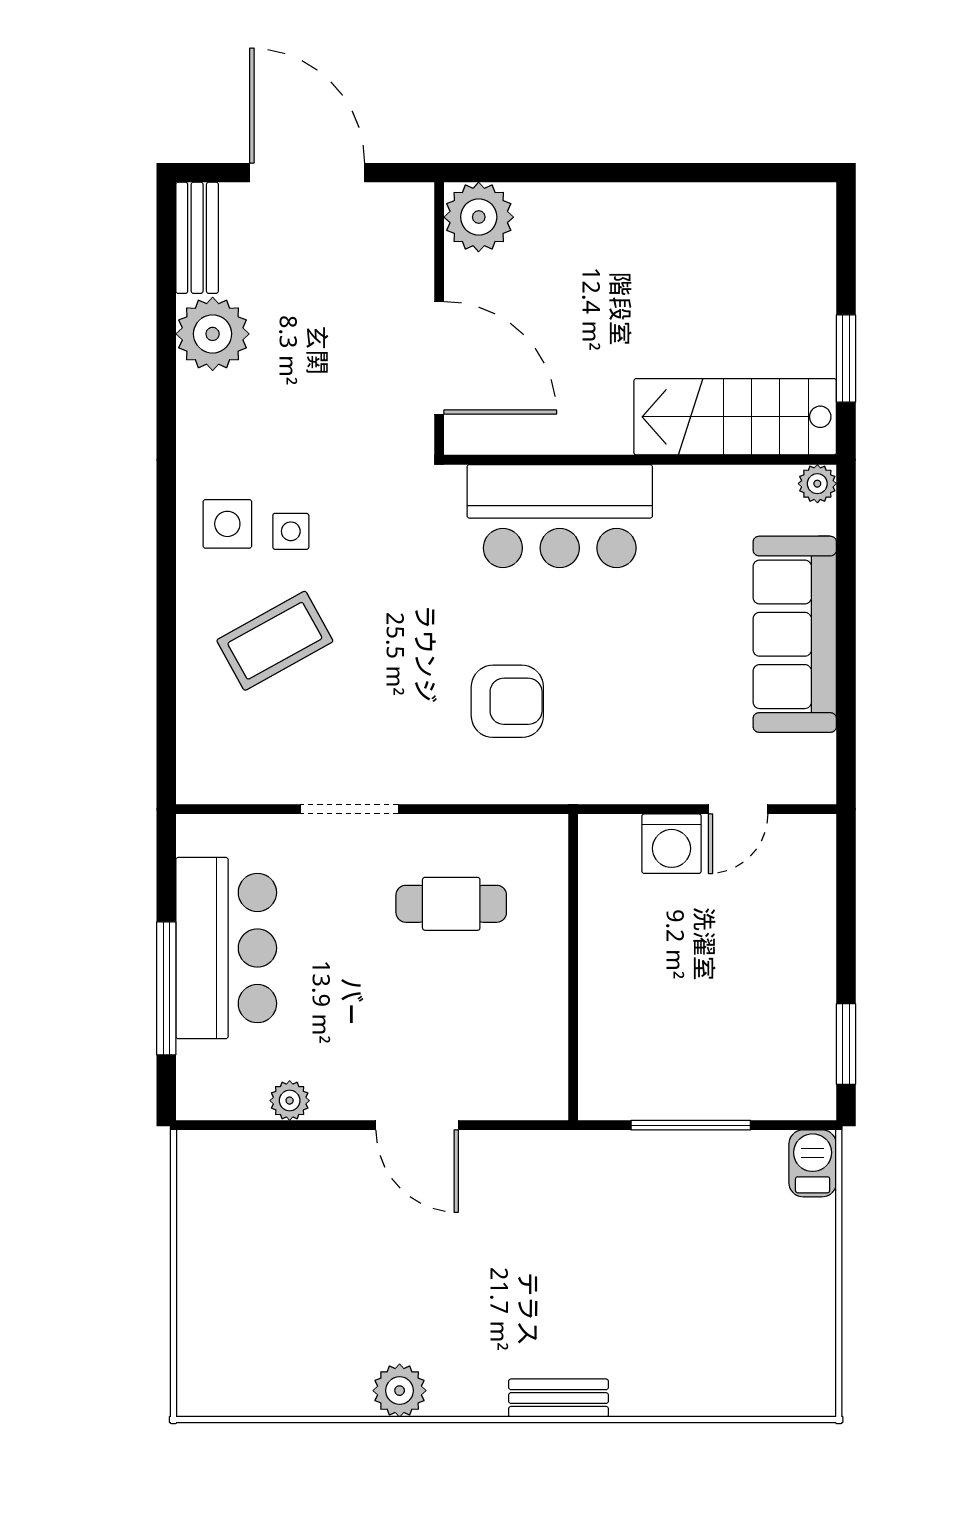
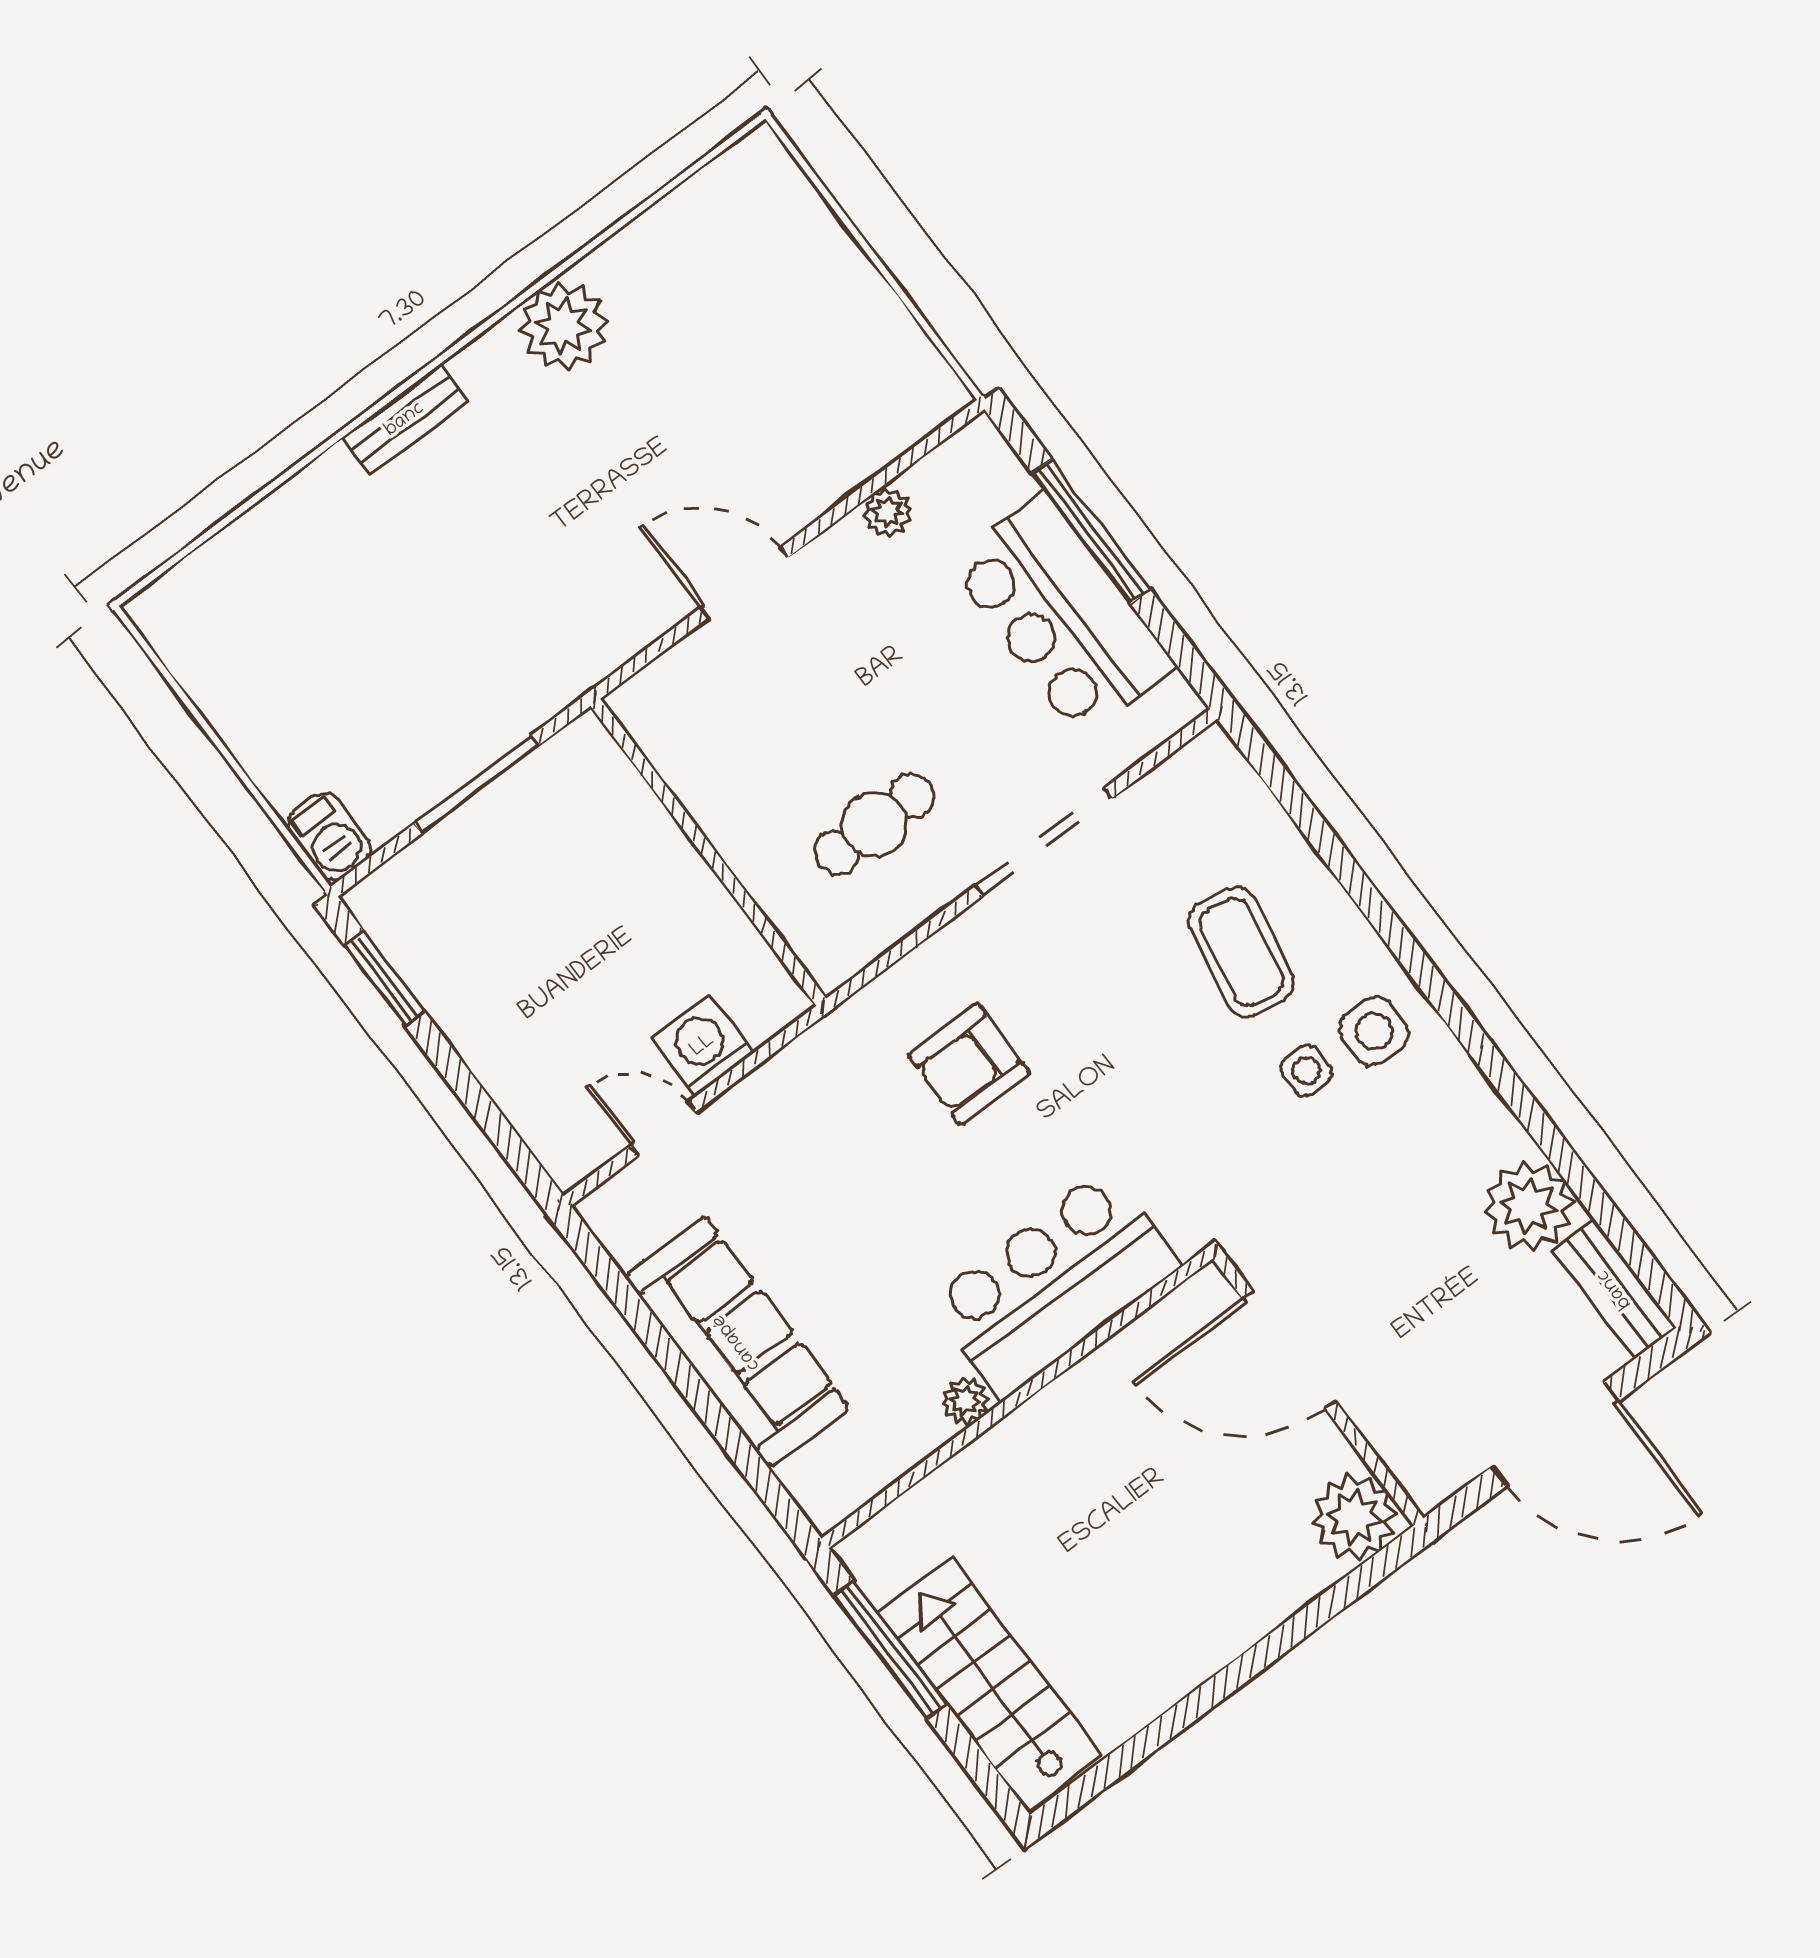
window: (846, 359) -> (890, 1650), width x1.44
stairs: (735, 417) -> (990, 1684), moved, turned -90
plant: (817, 484) -> (965, 1401), moved
coffee table: (275, 641) -> (1241, 952), turned -50
doorway: (350, 809) -> (1044, 842), width x1.36
door: (738, 809) -> (663, 1129), hinge flipped
plant: (400, 1391) -> (564, 326), width x1.36, depth x1.36

